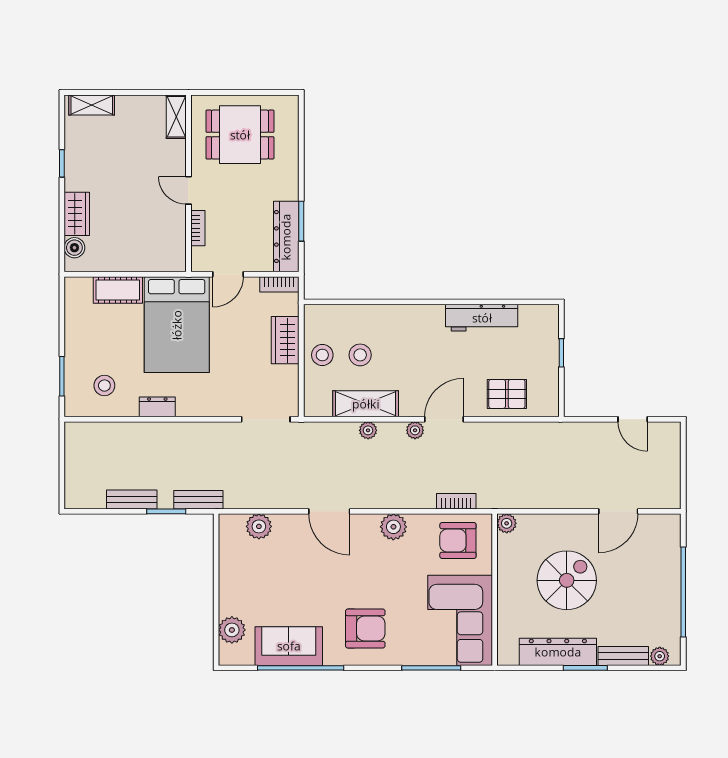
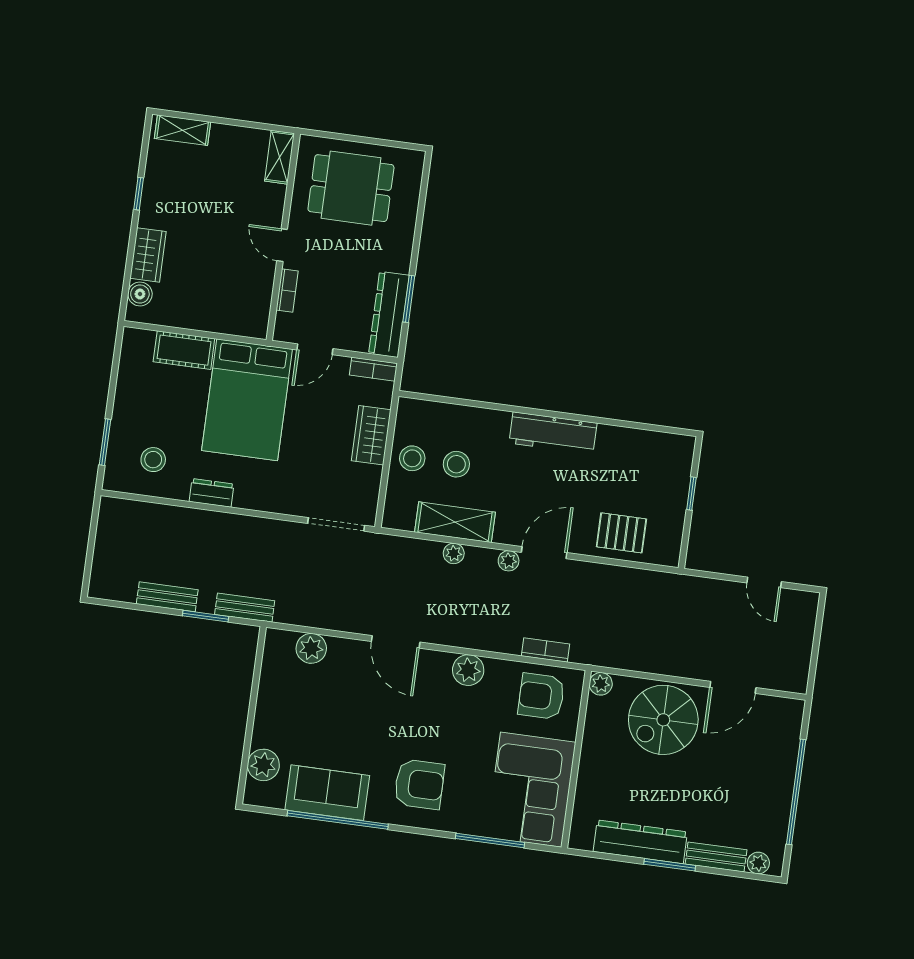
workbench: (482, 318) -> (553, 433), moved
spiral stairs: (567, 580) -> (663, 720), moved, turned 180

